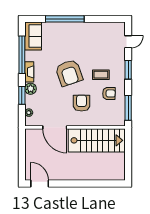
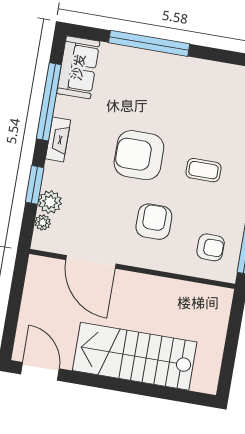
armchair: (69, 73) -> (139, 155), turned 109
plant: (31, 89) -> (50, 202), moved
armchair: (109, 93) -> (211, 247), moved
stairs: (97, 140) -> (135, 356), moved, turned 180

